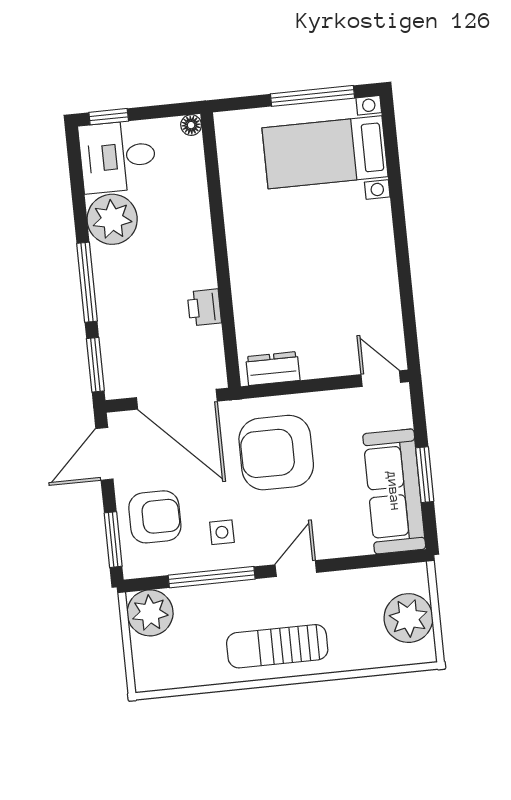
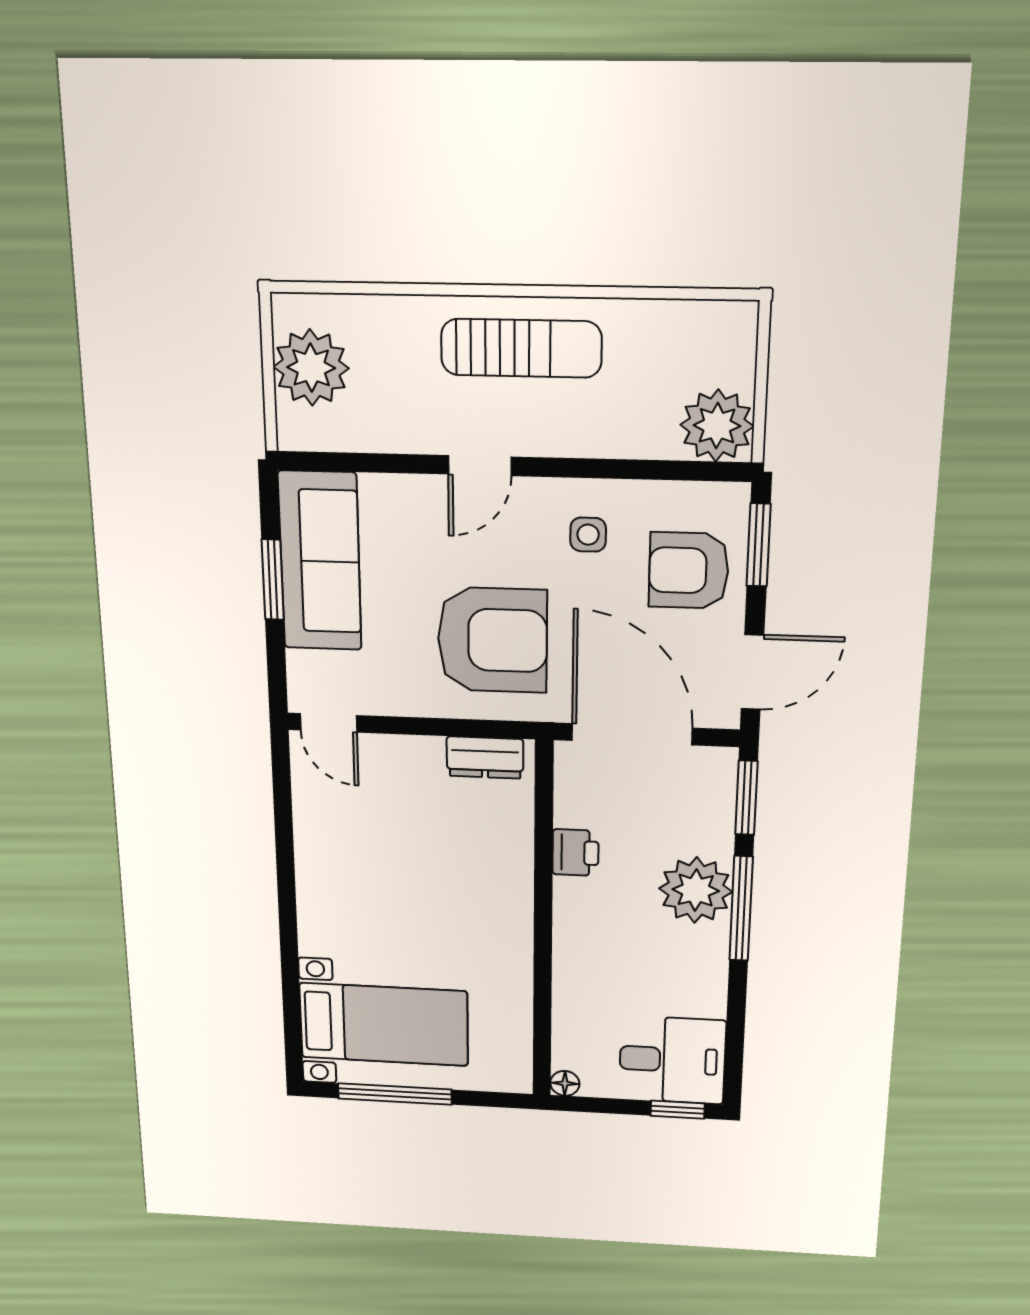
plant: (112, 219) -> (696, 890), moved
window: (212, 577) -> (612, 469), removed

